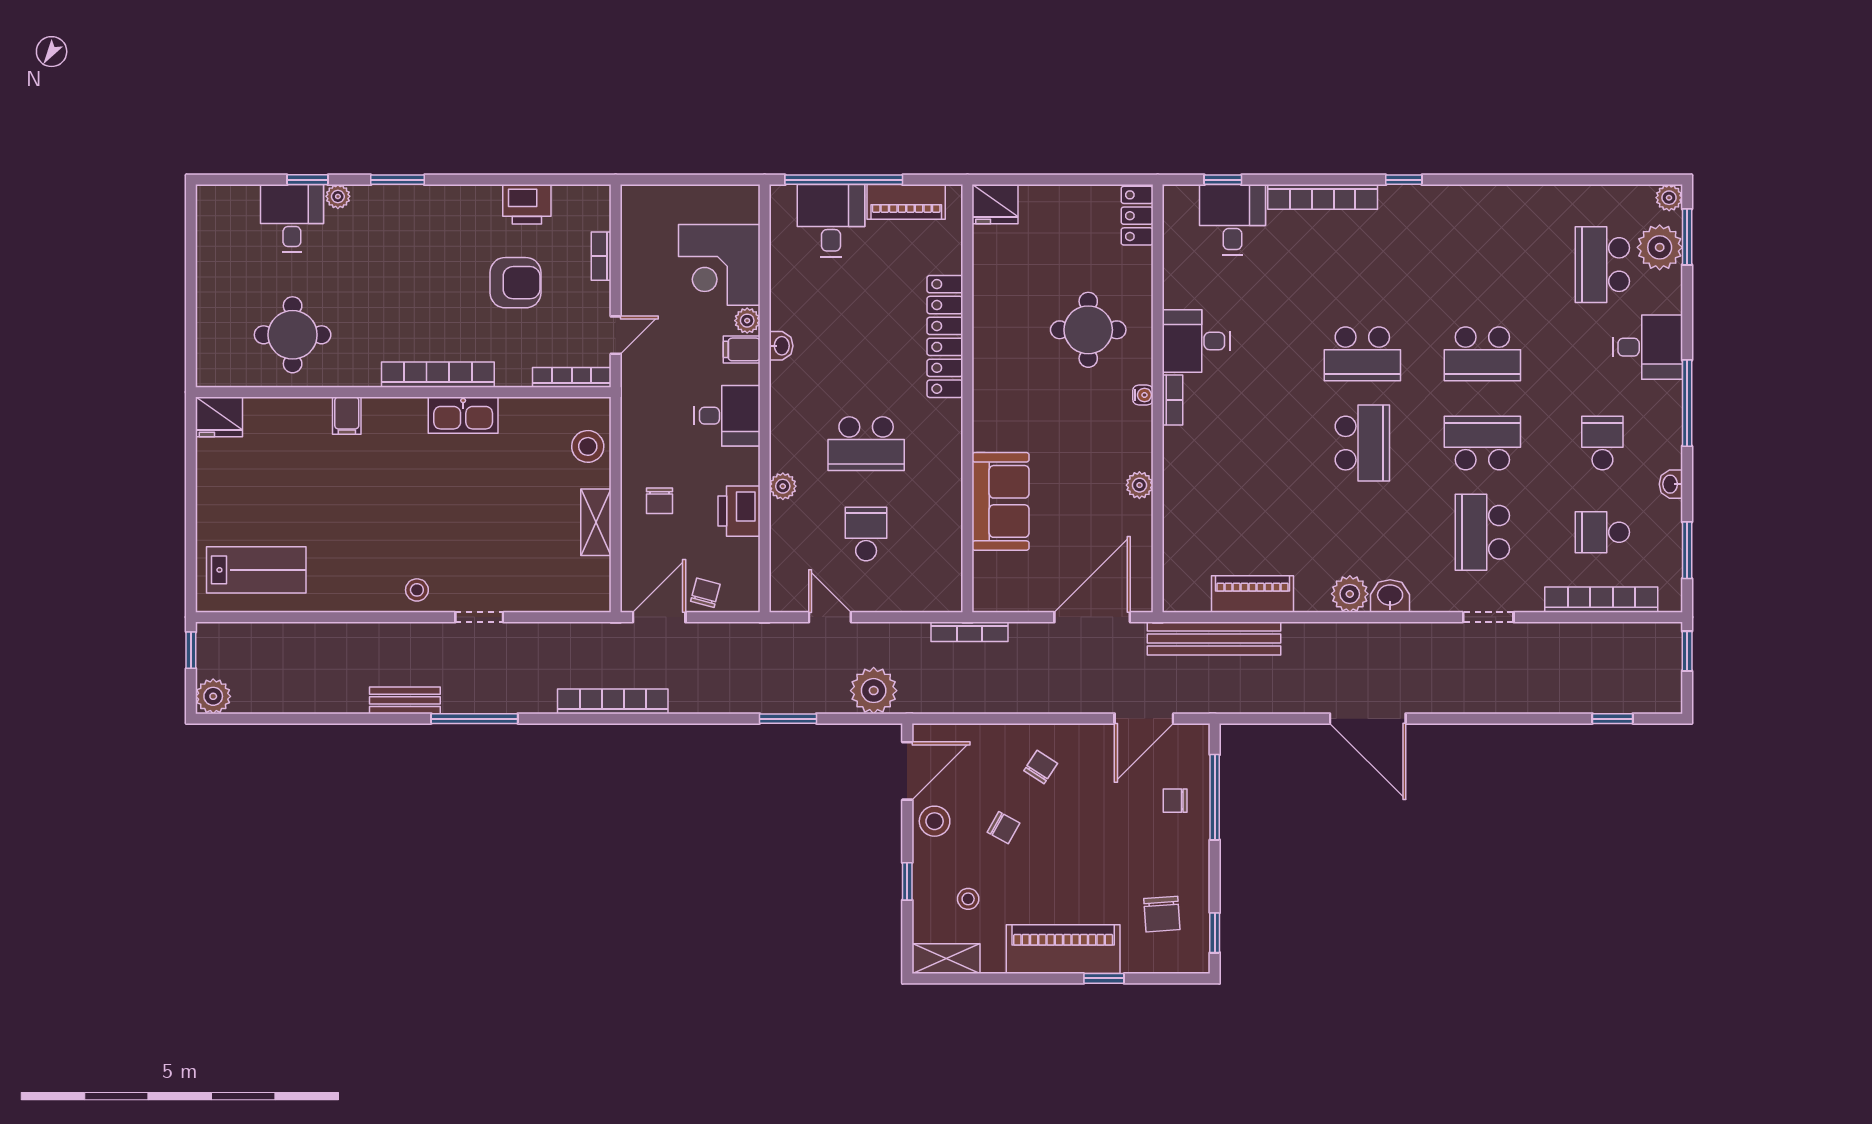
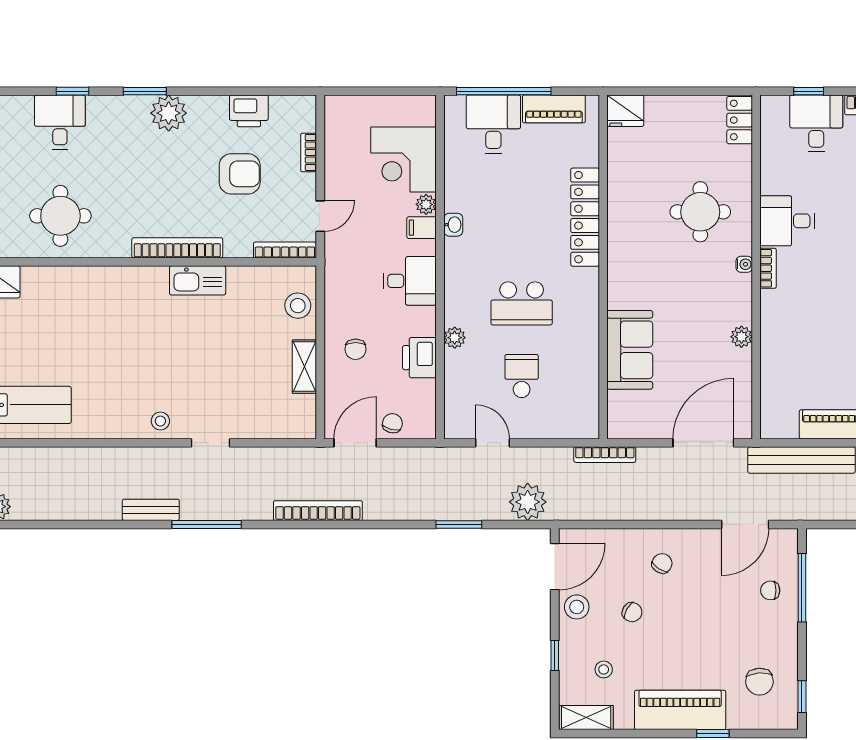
plant: (338, 196) -> (169, 113), moved, width x1.87, depth x1.87
filing cabinet: (347, 416) -> (104, 281), removed

